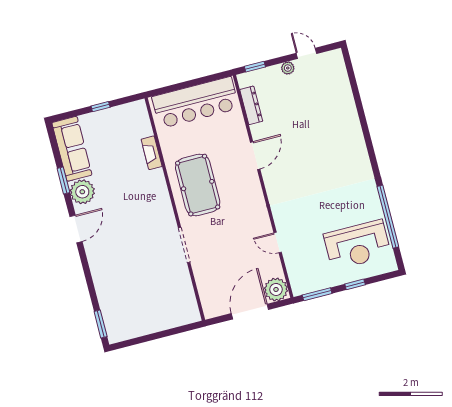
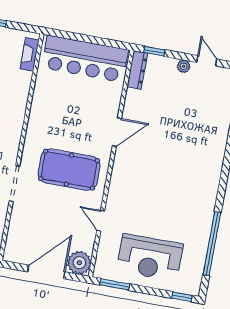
dresser: (251, 105) -> (137, 70), moved
fireplace: (152, 153) -> (30, 54), moved
pool table: (198, 185) -> (69, 170), moved, turned 90
reception desk: (357, 245) -> (150, 257), moved
window: (355, 284) -> (182, 297), moved

